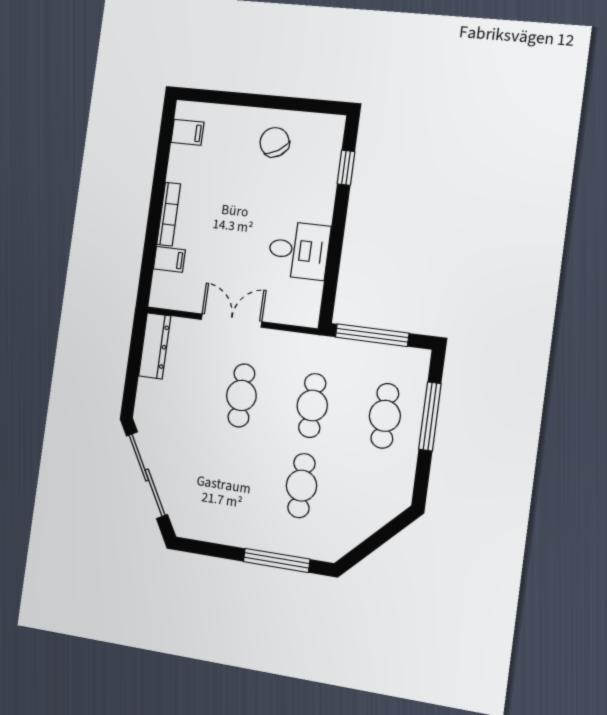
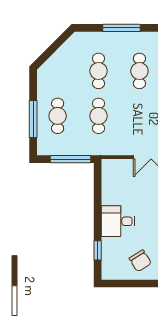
desk: (299, 250) -> (118, 221), moved
cafe table: (241, 395) -> (139, 71), moved
window: (277, 560) -> (121, 28), moved

